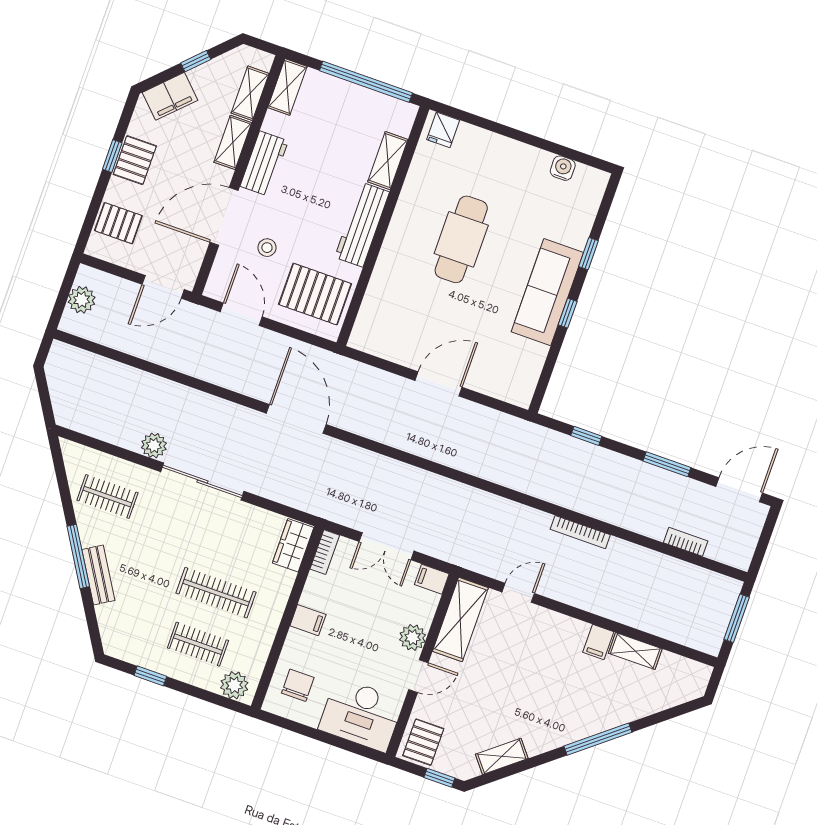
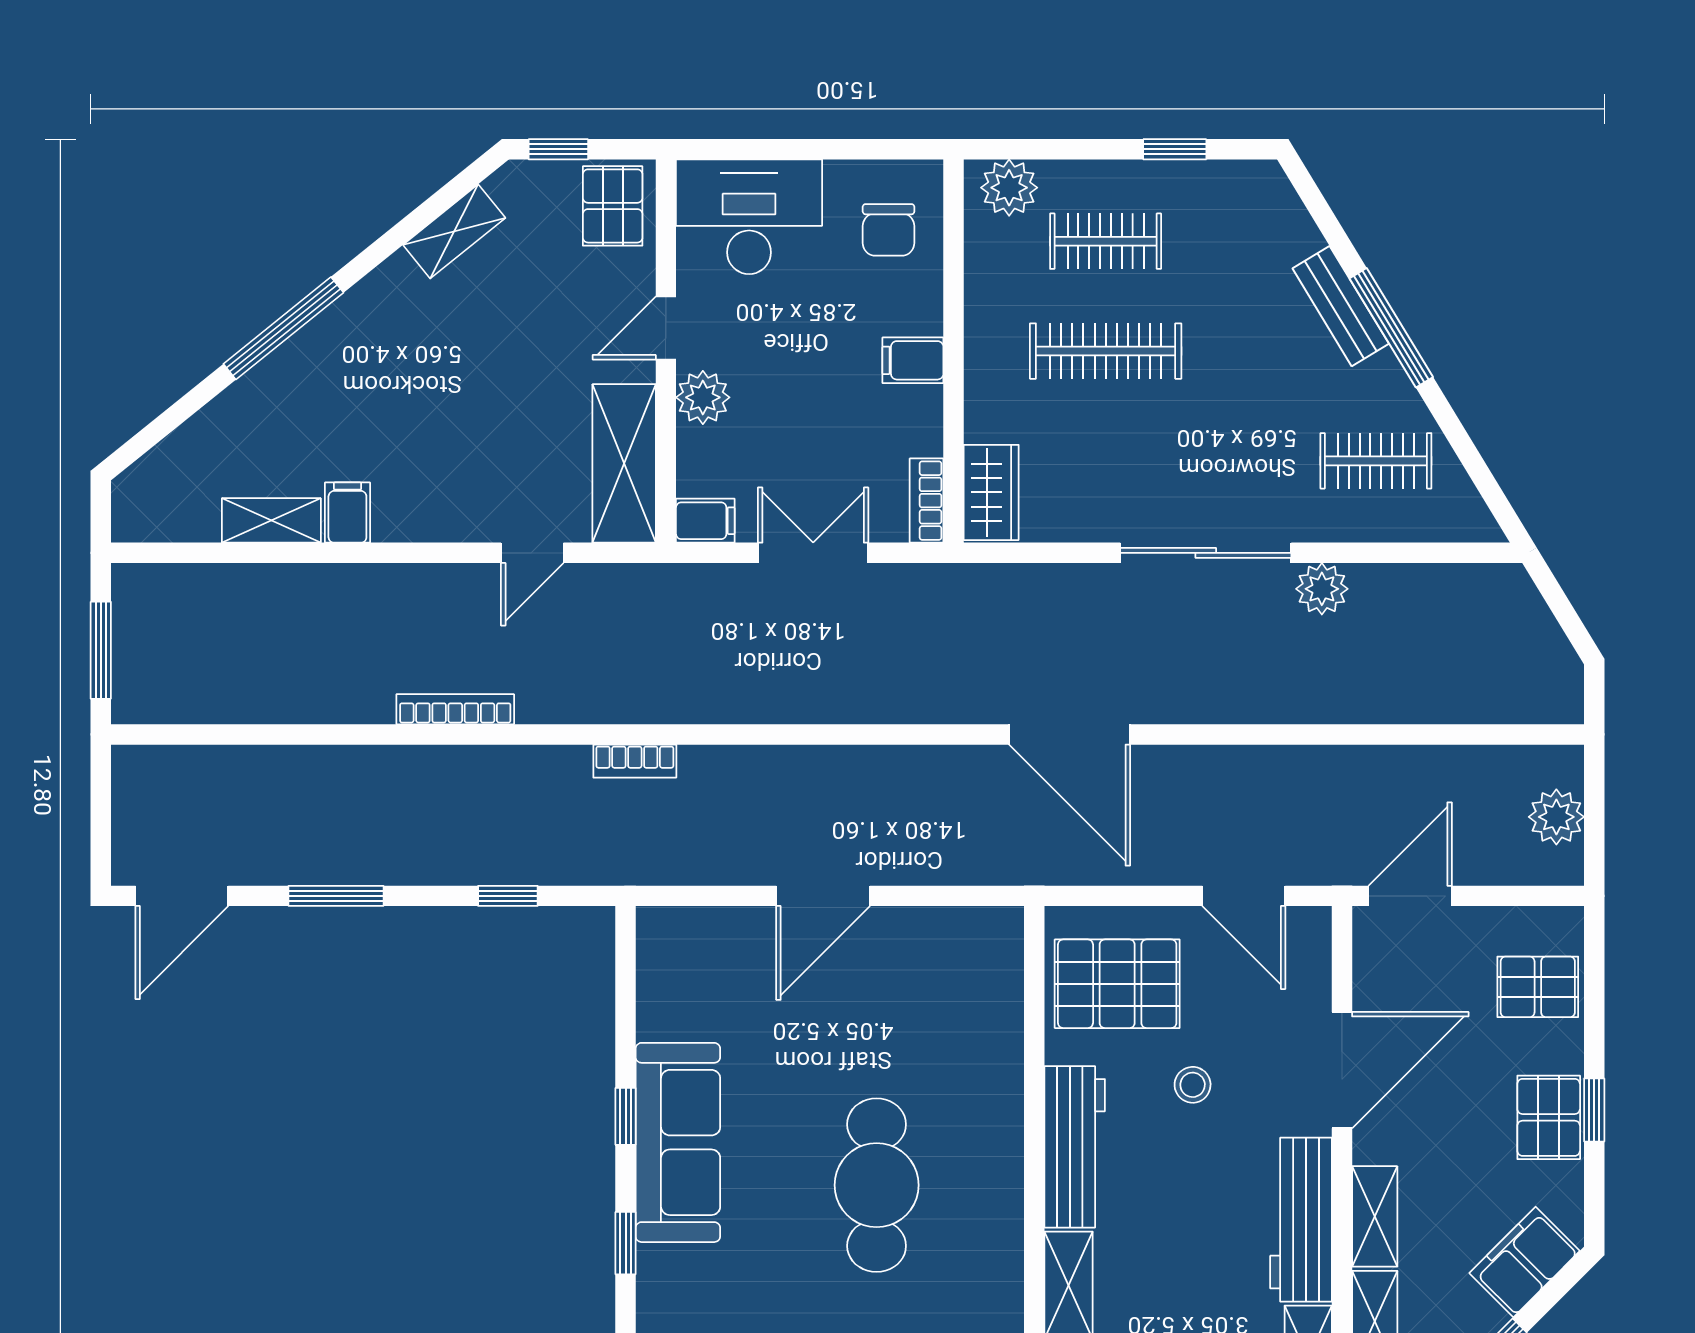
workbench: (264, 164) -> (1301, 1220), width x1.37
stool: (267, 248) -> (1193, 1085), moved
bookcase: (686, 542) -> (635, 761), moved

